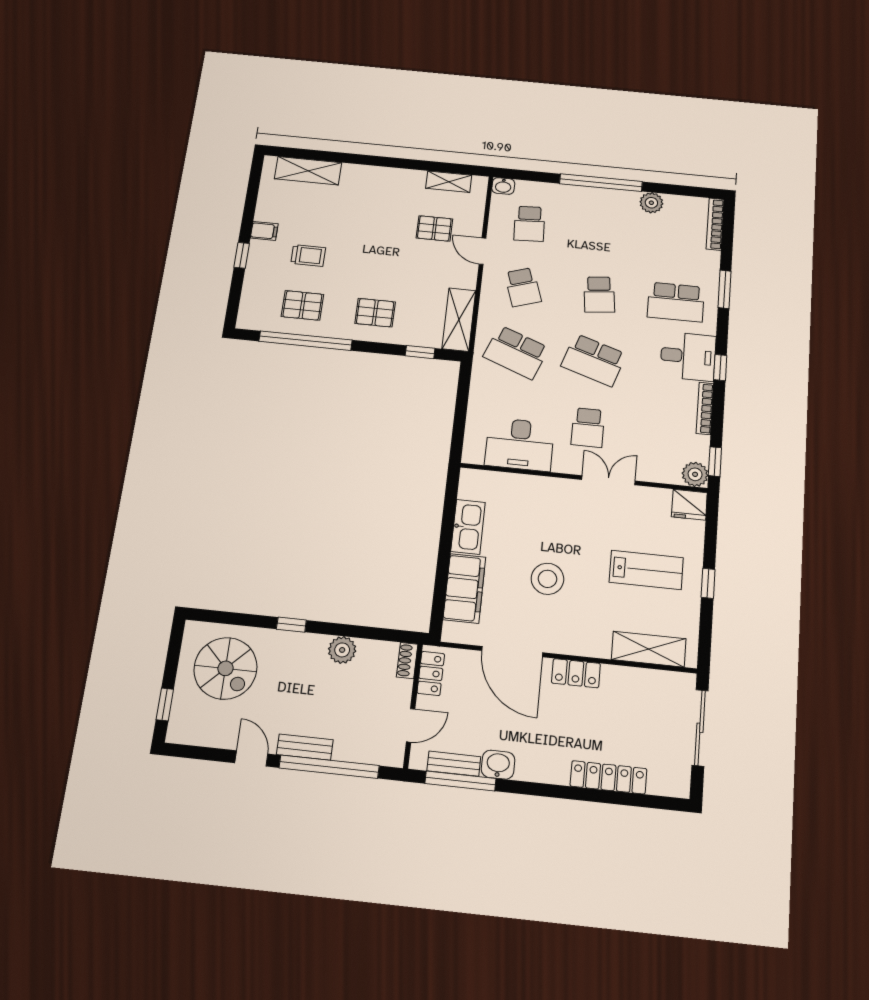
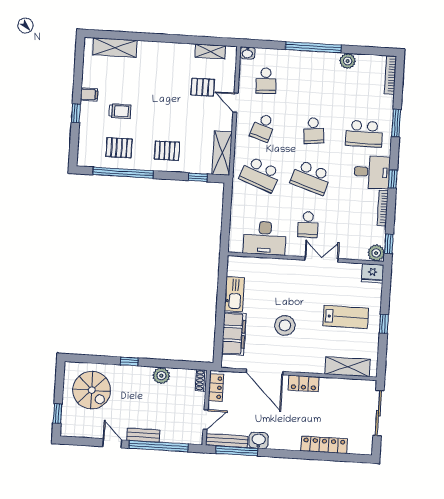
school desk: (523, 287) -> (263, 128), turned 36
bench: (454, 764) -> (227, 441), width x1.36

